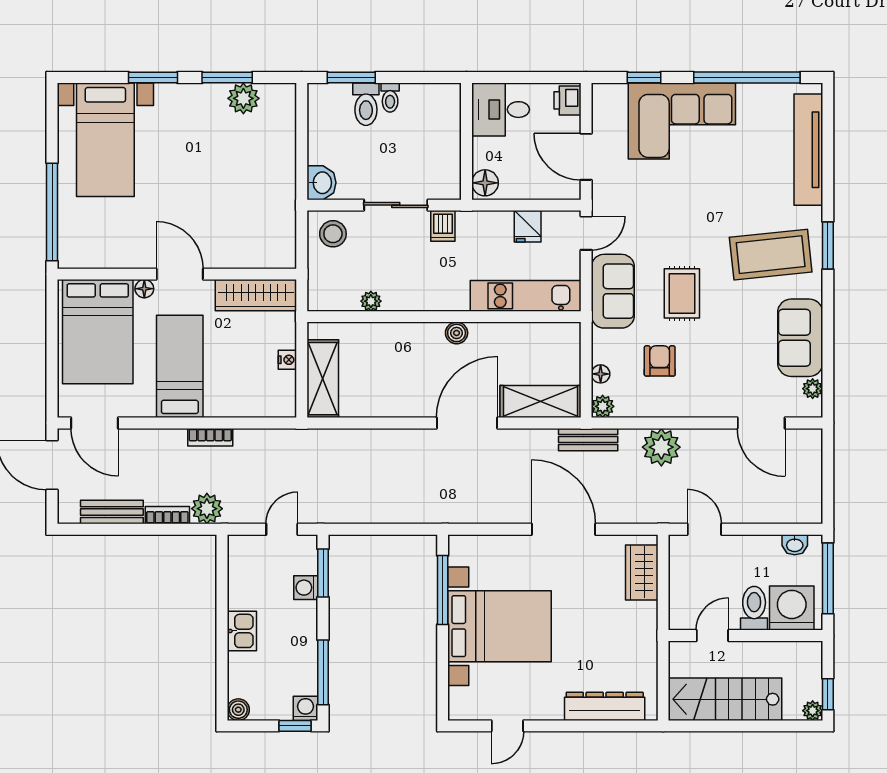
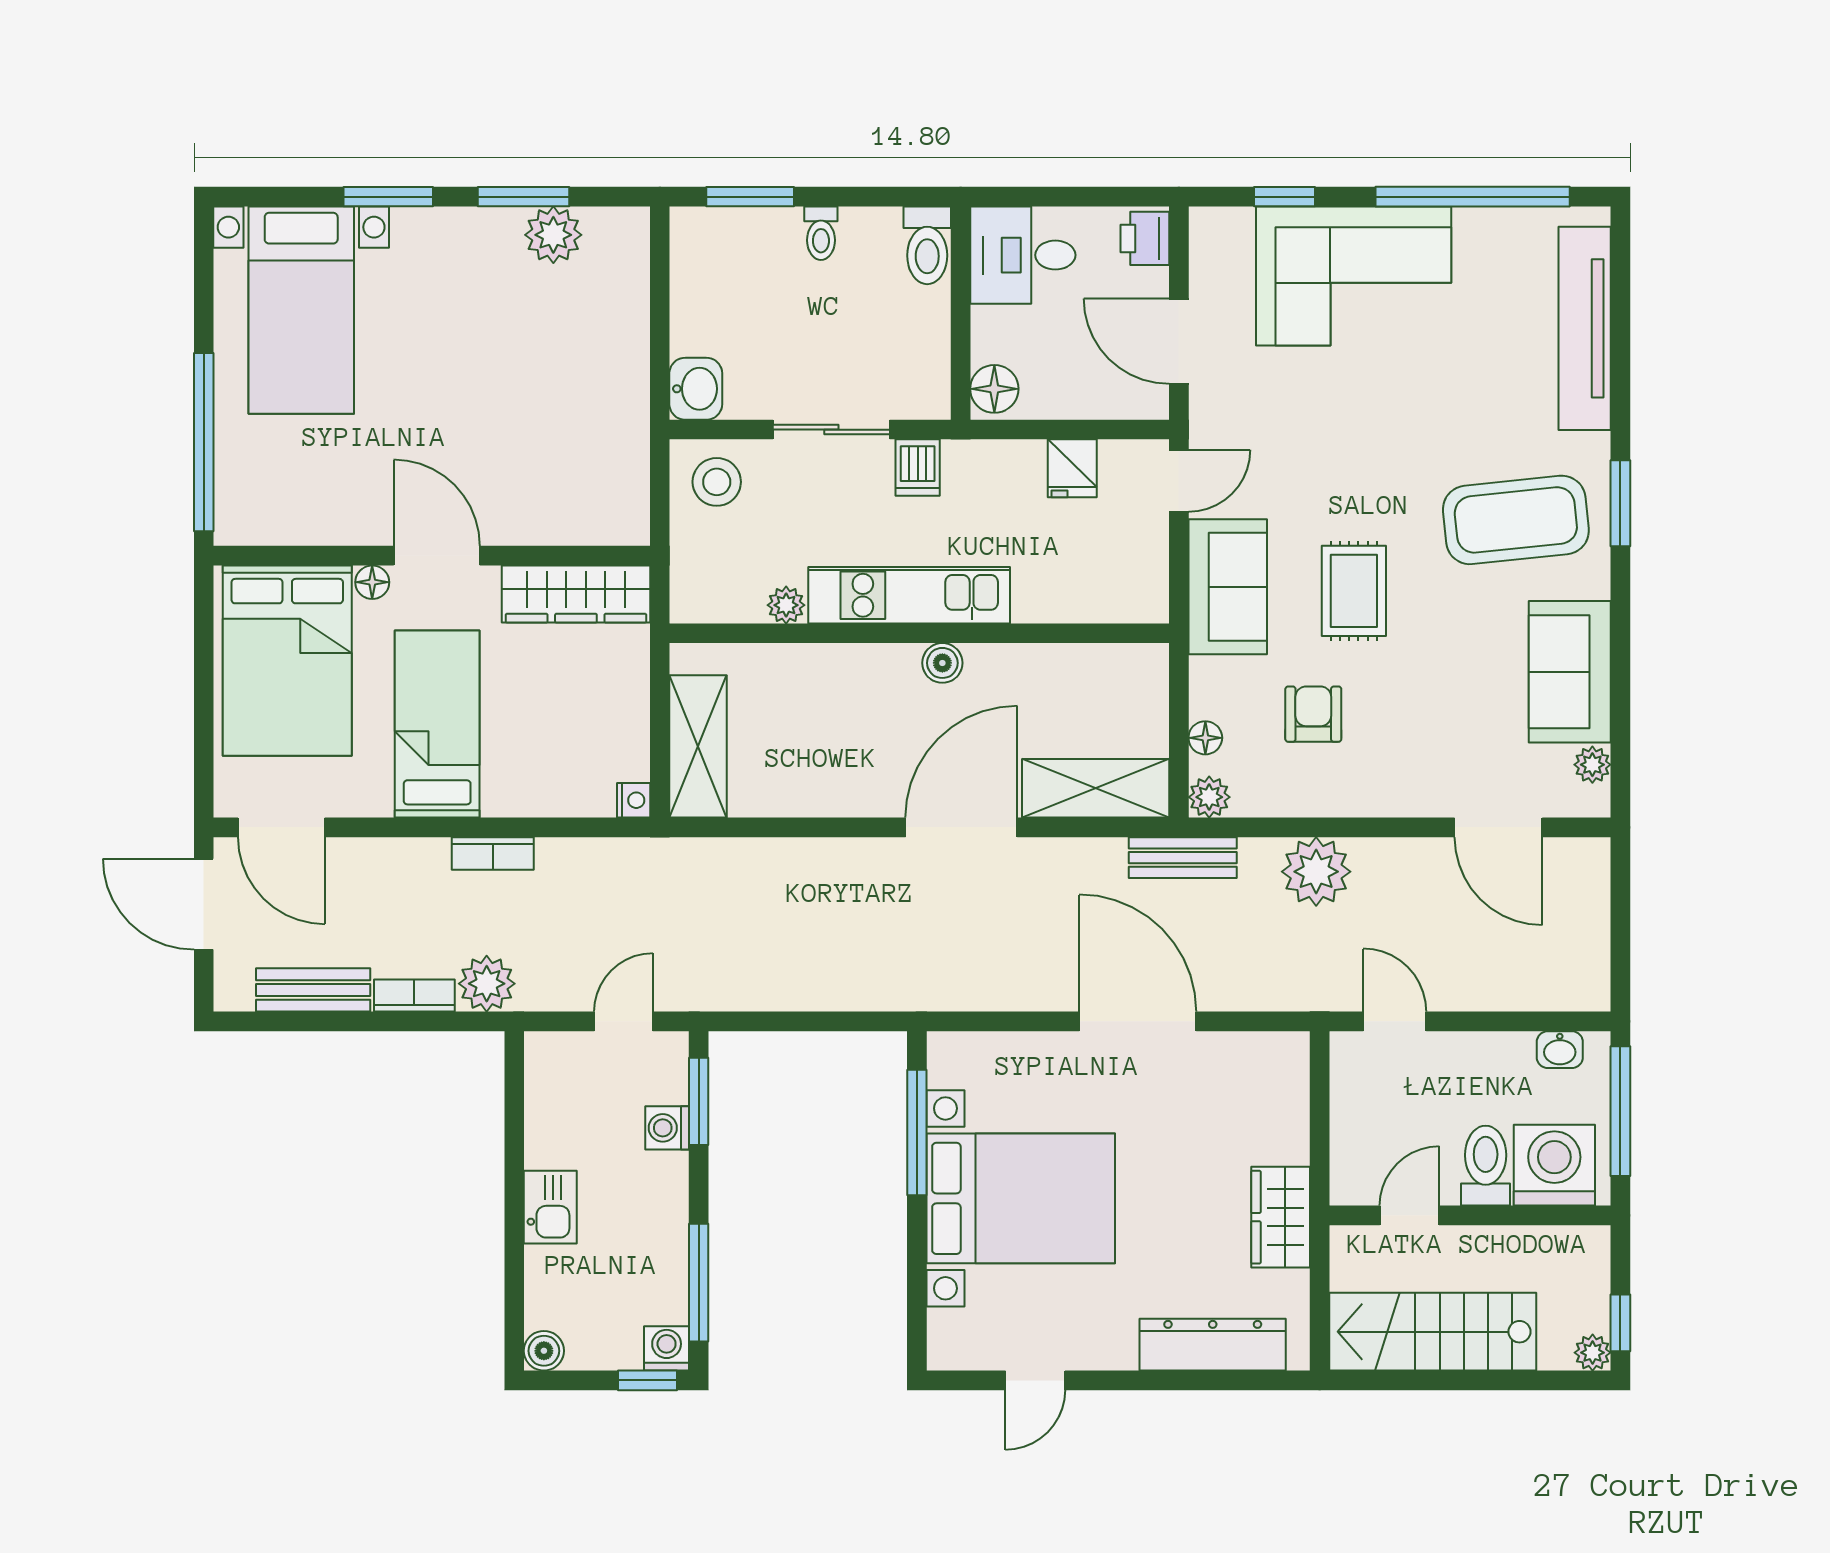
toilet: (366, 104) -> (927, 245), moved
kitchen unit: (526, 296) -> (909, 595), moved
nightstand: (287, 360) -> (634, 800), moved
wardrobe: (642, 572) -> (1281, 1217), moved

